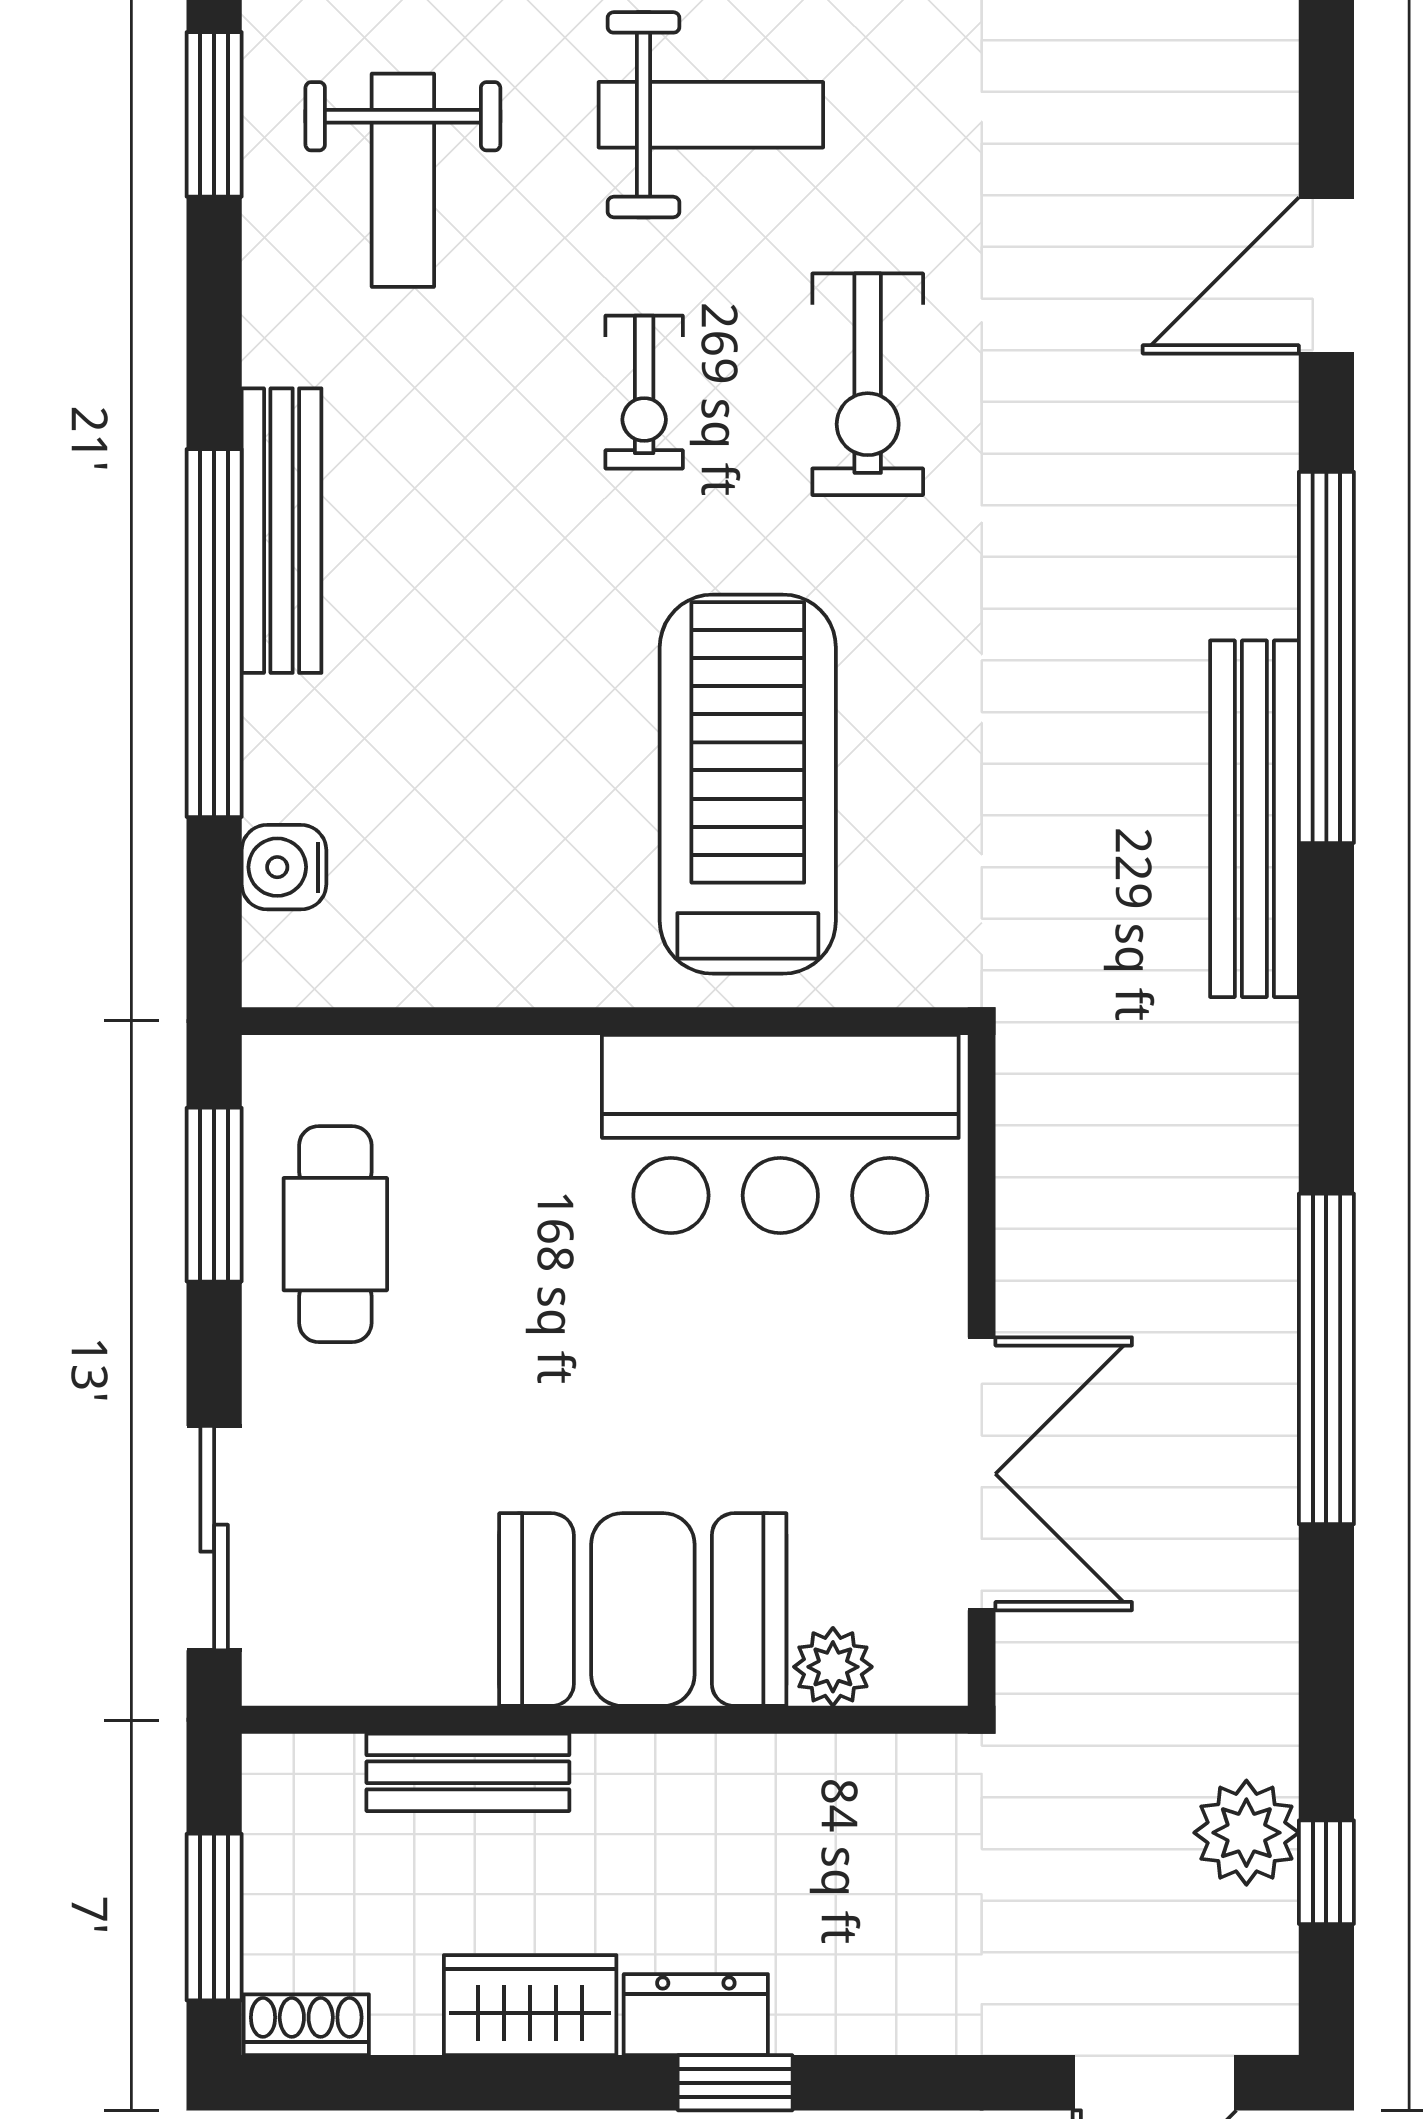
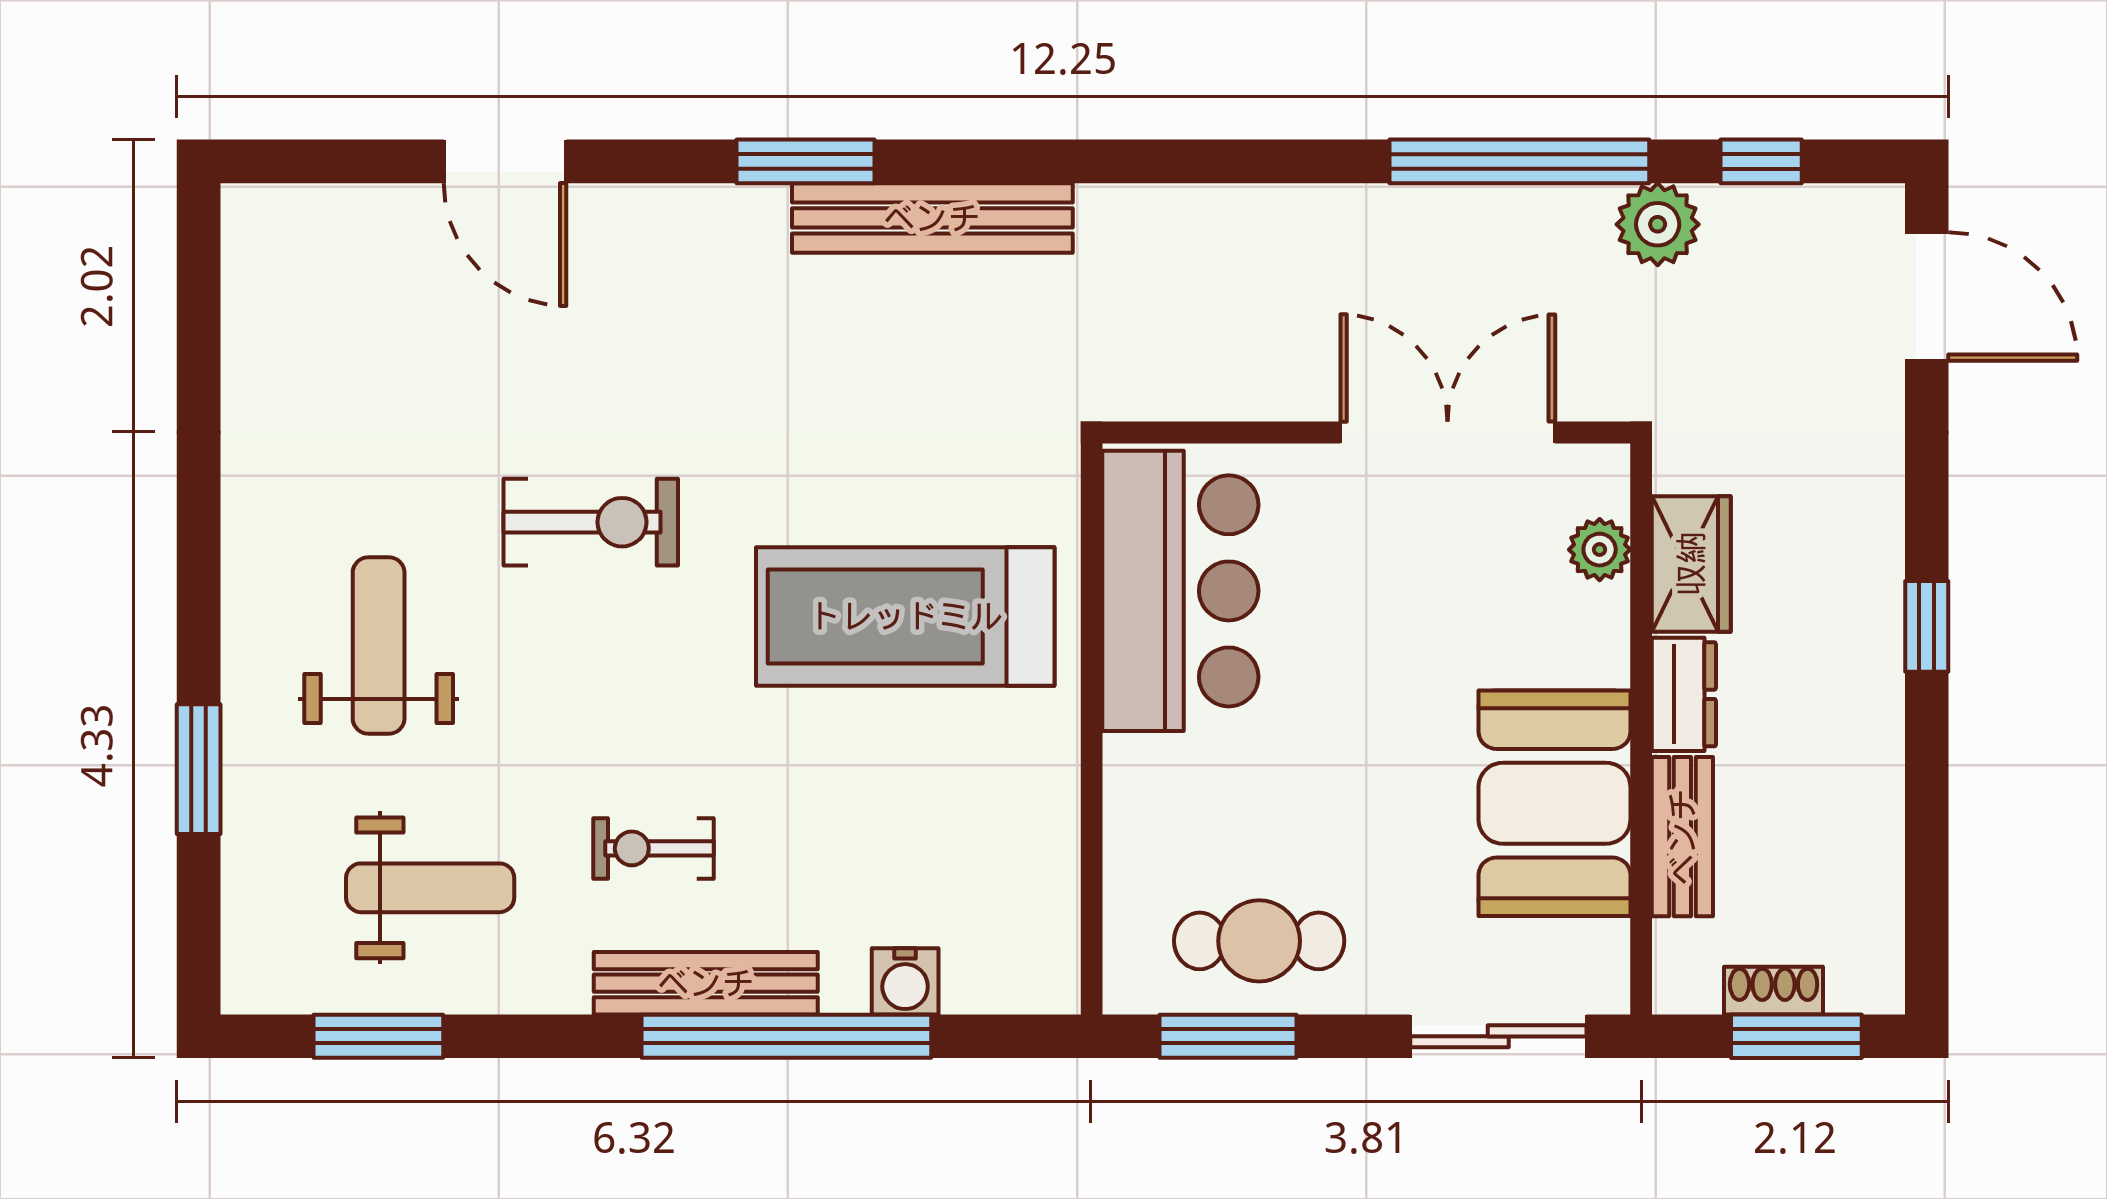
exercise bike: (644, 392) -> (654, 848), moved, turned 180
window: (1326, 657) -> (806, 161), width x0.47
water cooler: (284, 867) -> (905, 981), moved
window: (1326, 1359) -> (1519, 161), moved
booth: (643, 1610) -> (1554, 803), moved
plant: (1246, 1833) -> (1658, 224), moved
wardrobe: (530, 2005) -> (1691, 564), moved, turned 180
dresser: (696, 2015) -> (1684, 694), moved, turned 180
shoe rack: (306, 2025) -> (1774, 991), moved, turned 90

